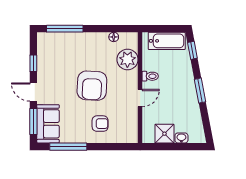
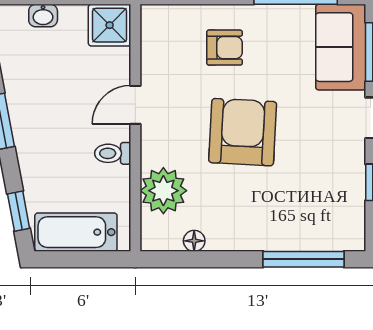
armchair: (100, 124) -> (225, 48), turned 180
shower: (164, 134) -> (110, 25), moved

